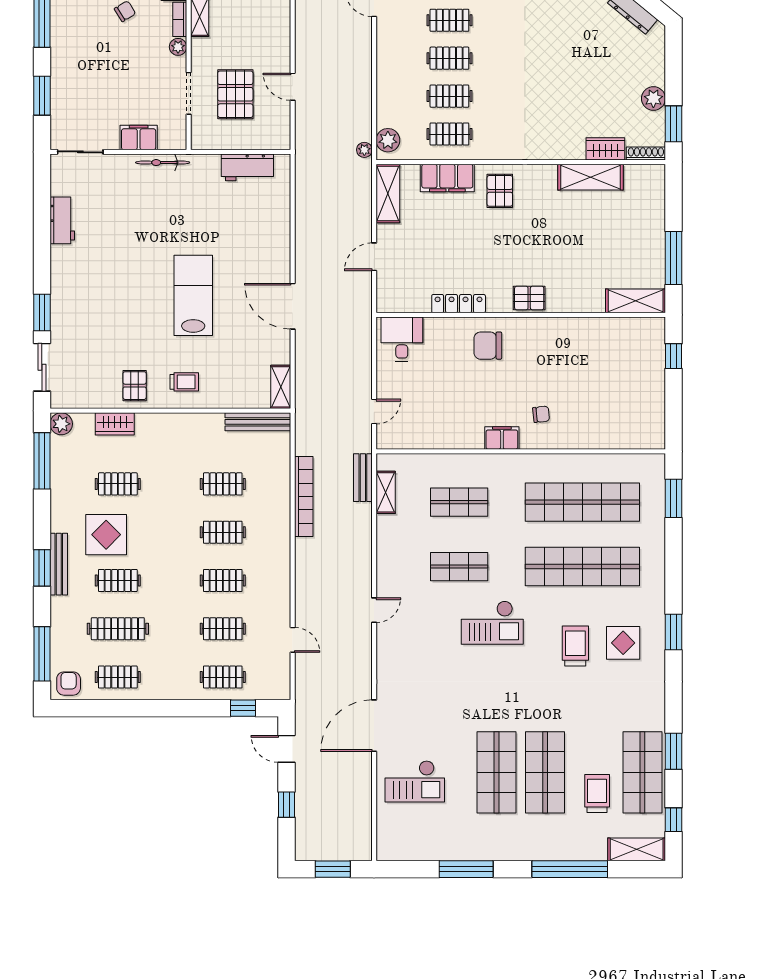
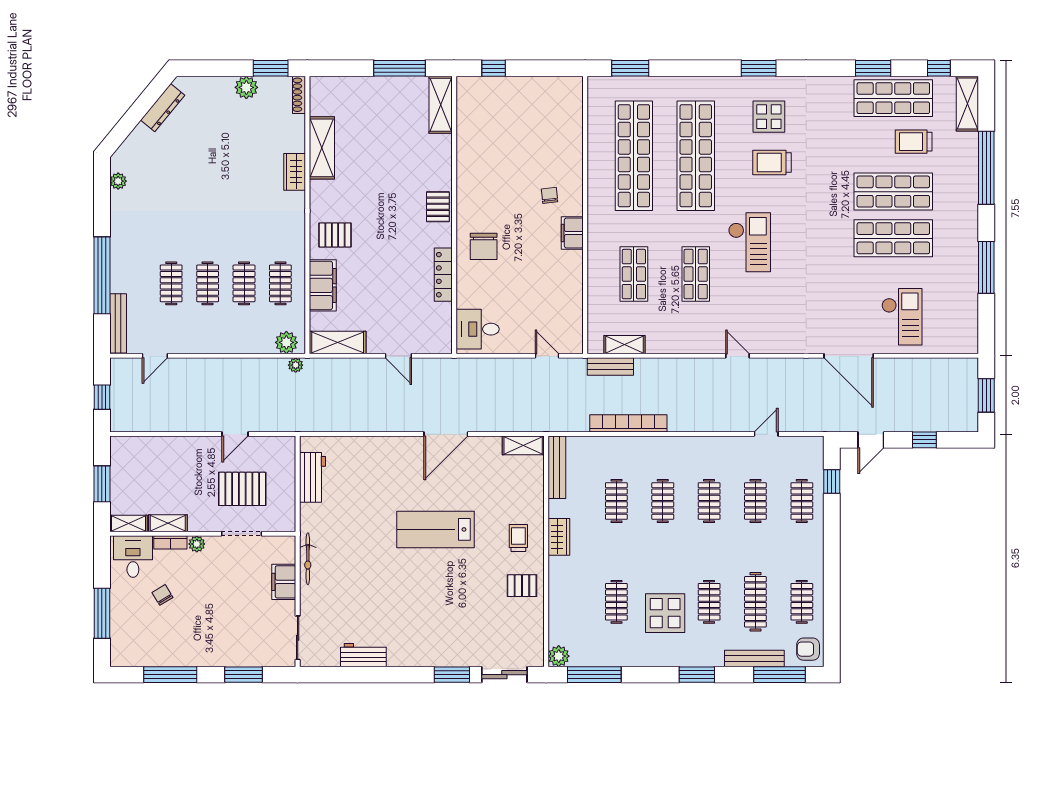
wardrobe: (605, 149) -> (295, 172), moved
wardrobe: (115, 424) -> (559, 537), moved
bench: (59, 564) -> (754, 658), moved

